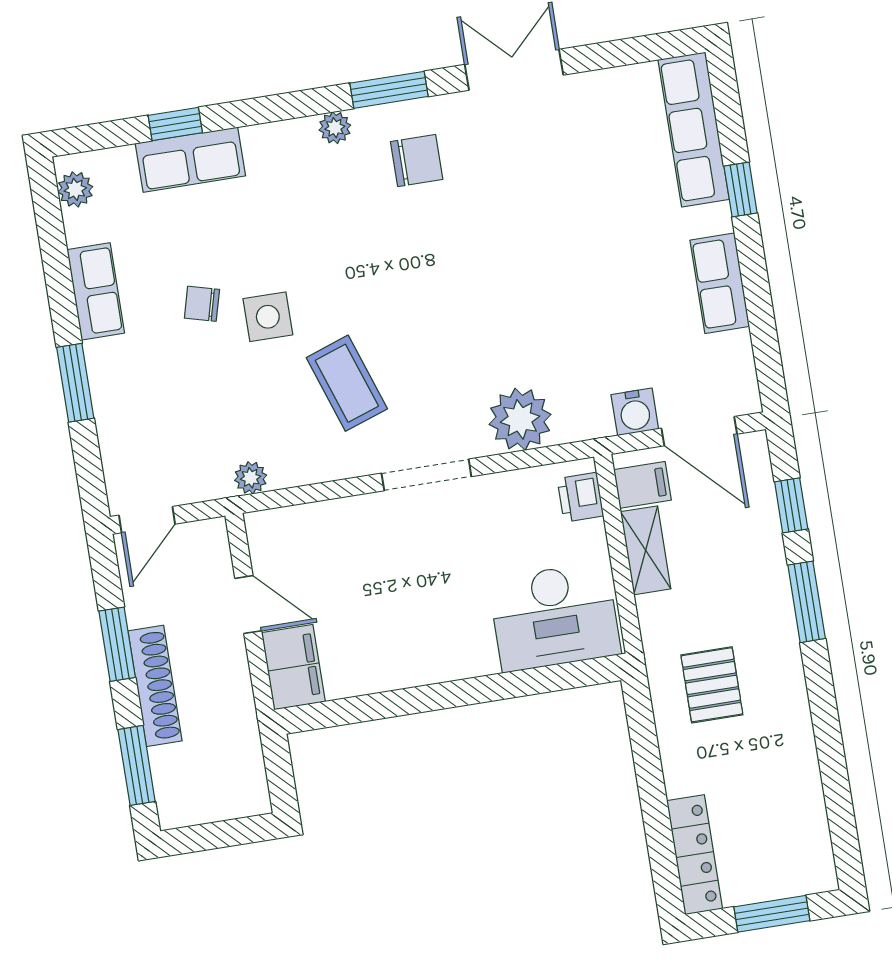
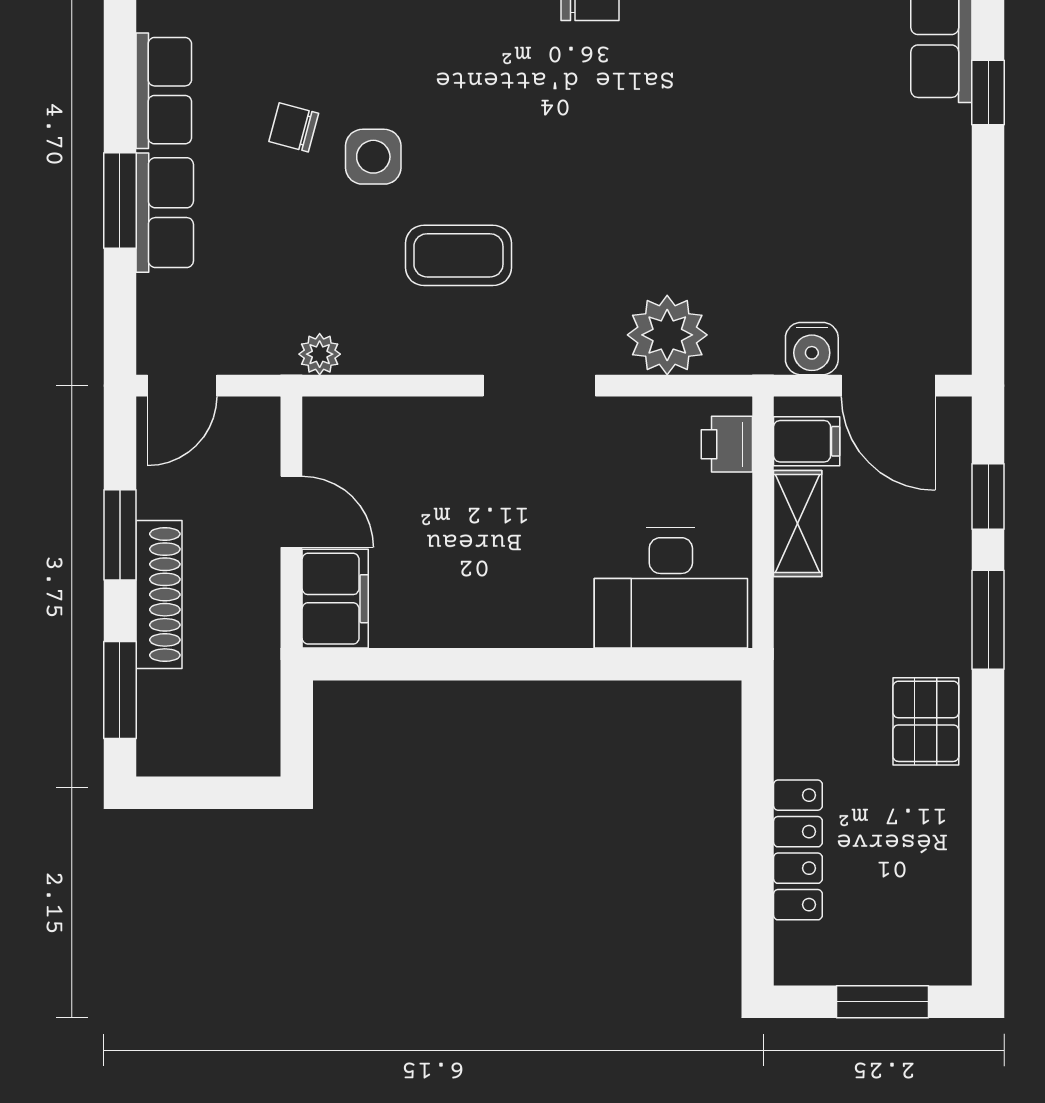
row of seats: (720, 283) -> (165, 213), moved, turned 180
coffee table: (347, 383) -> (458, 255), turned -71
pallet: (712, 685) -> (926, 721), moved
locker: (695, 855) -> (798, 850), moved

